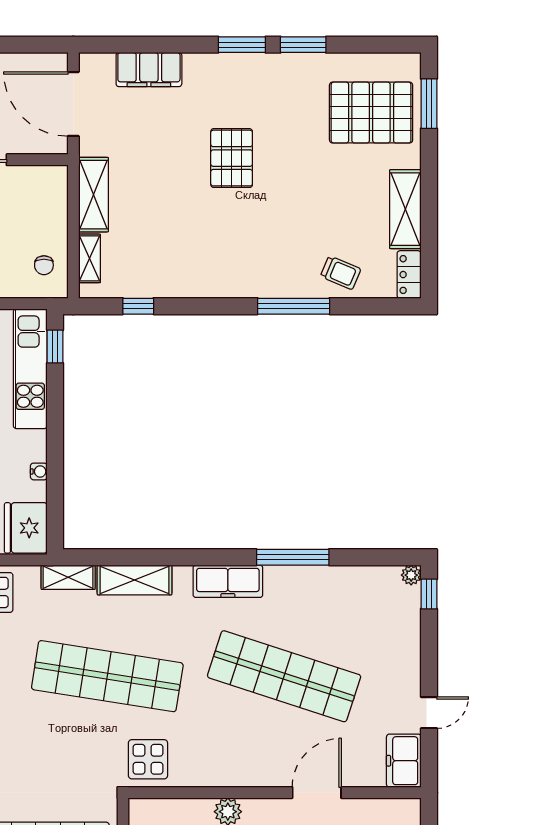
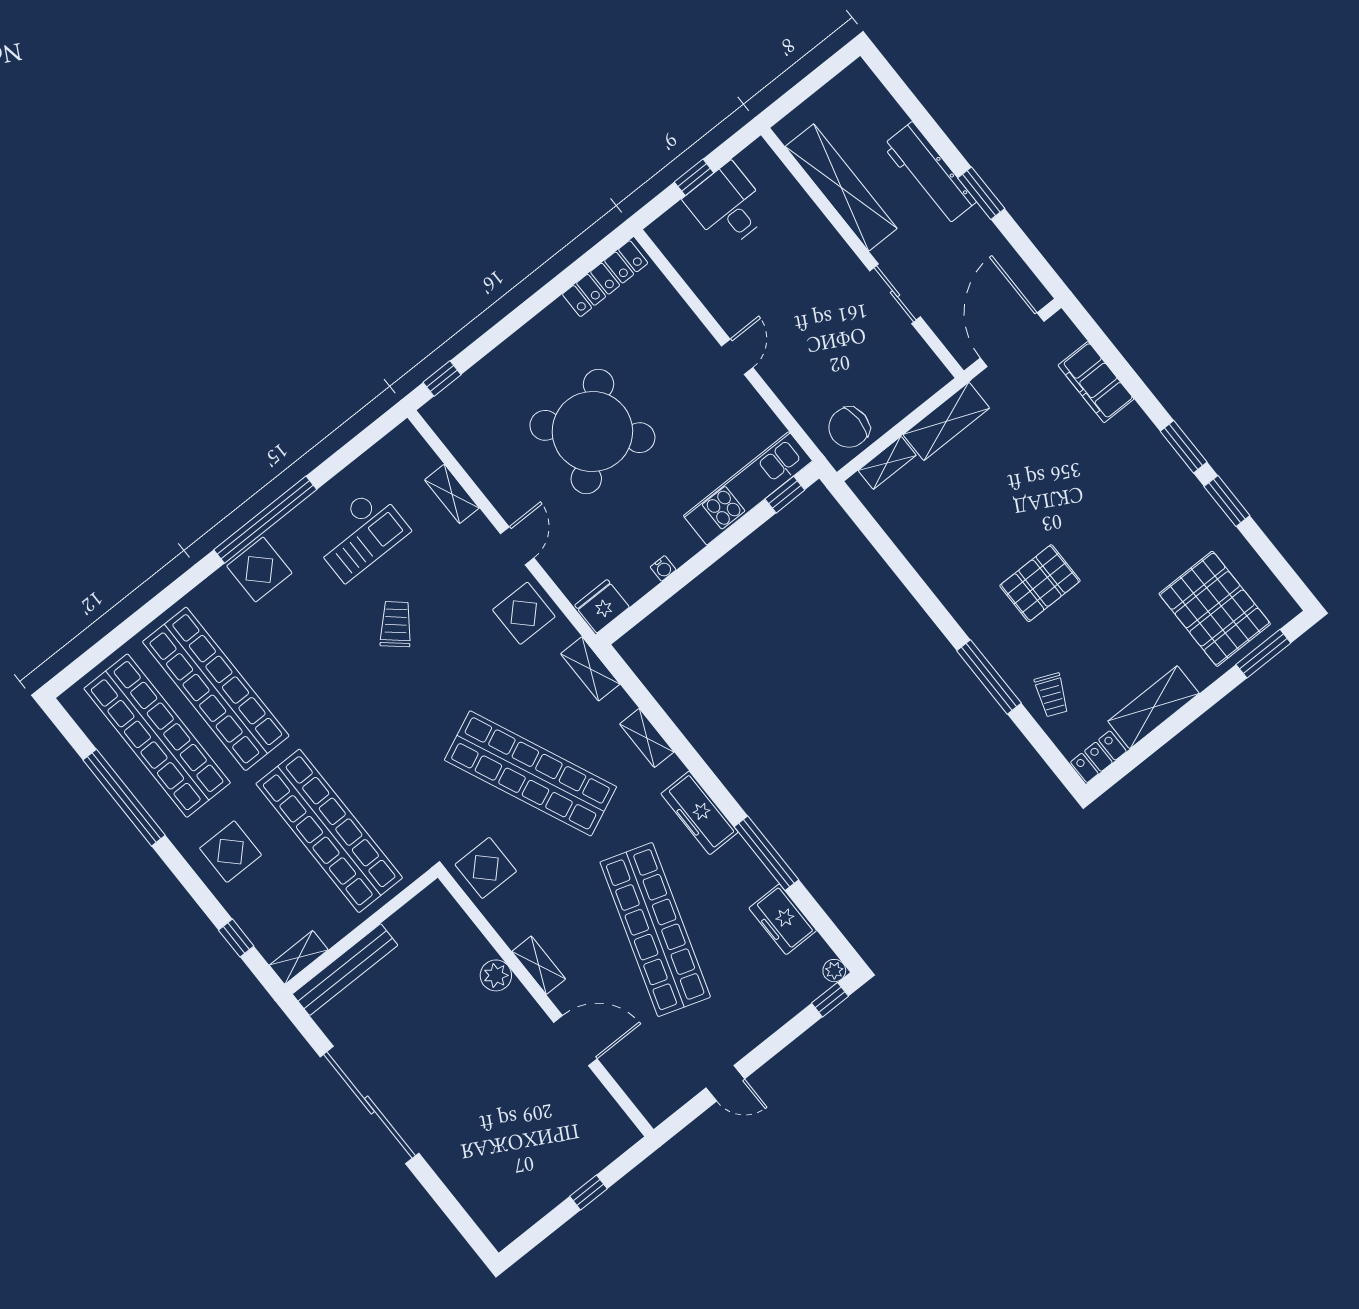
pallet: (232, 158) -> (1040, 583), moved
chair: (44, 265) -> (849, 427), width x1.87, depth x1.87
window: (138, 306) -> (879, 540), removed
fridge: (26, 528) -> (602, 606), width x0.73, depth x0.75
shelving: (135, 580) -> (647, 738), width x0.67, depth x0.75
shop shelf: (107, 676) -> (530, 773), turned -33
freezer: (404, 761) -> (783, 919), moved, turned -90
shelving: (244, 776) -> (539, 965), added

